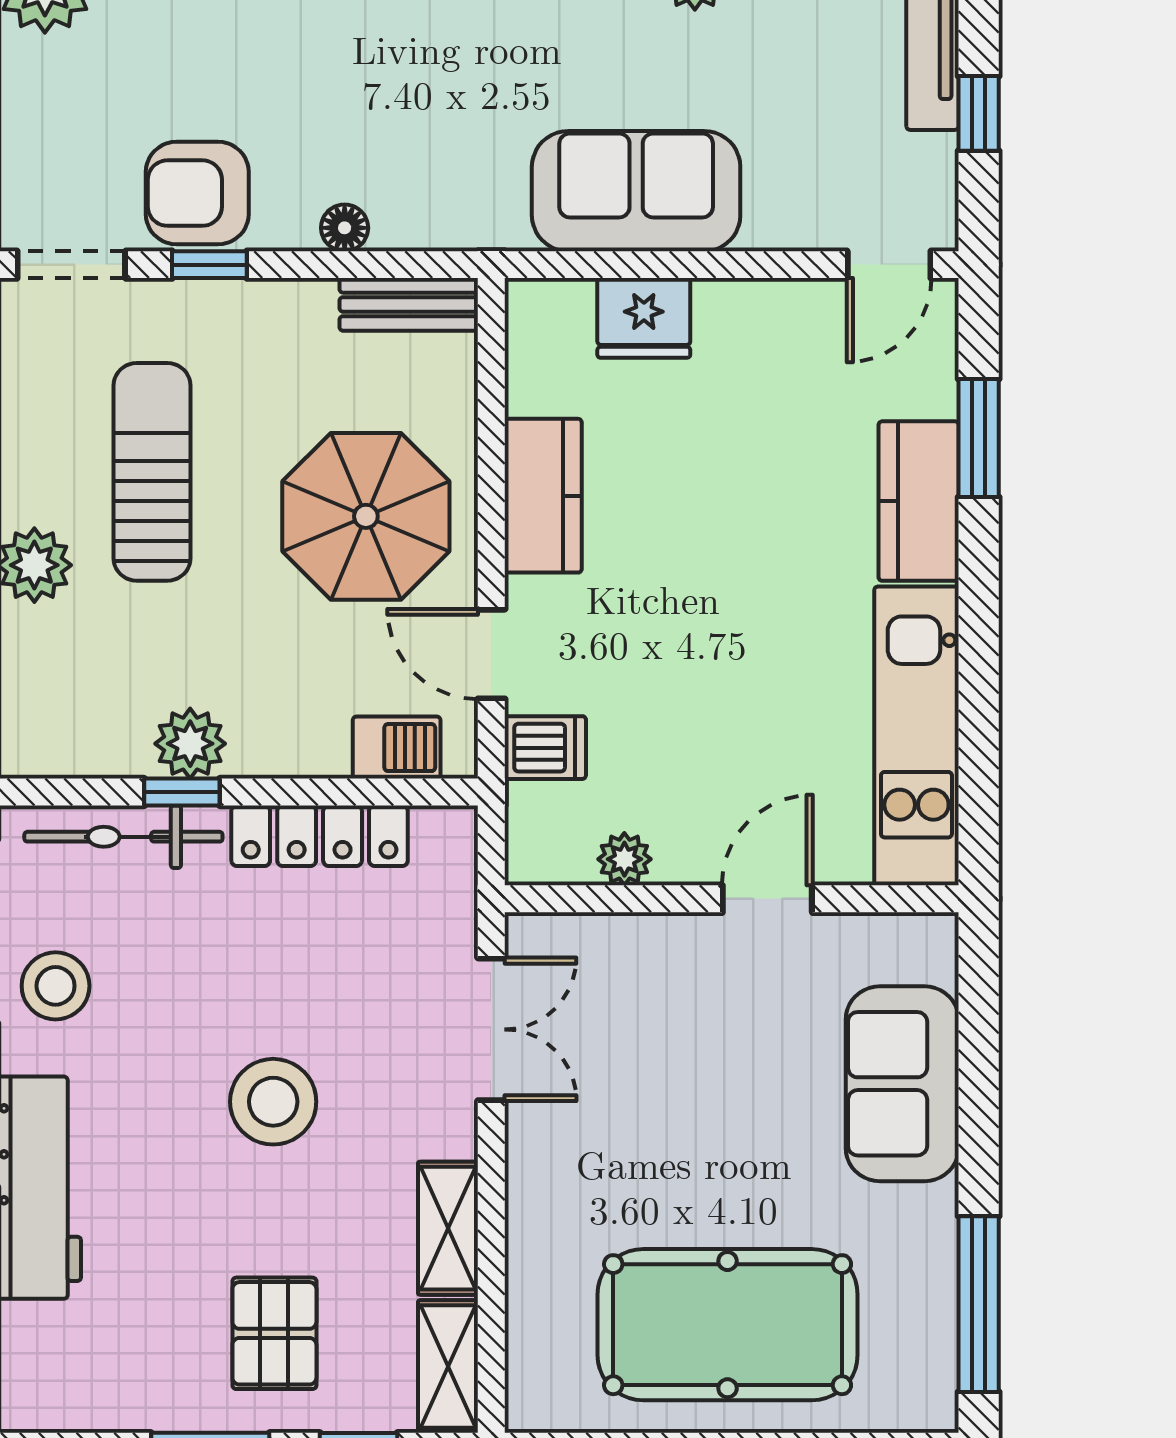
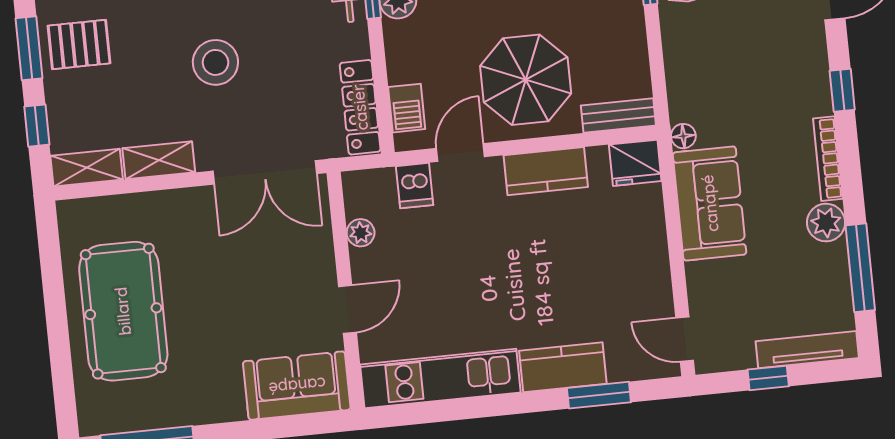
floor lamp: (345, 228) -> (683, 136), moved
bench: (409, 304) -> (618, 115), moved, turned 90
fridge: (644, 318) -> (635, 163), moved, turned -90
locker: (320, 836) -> (360, 107), moved
door: (767, 899) -> (347, 309), hinge flipped
double door: (491, 1029) -> (265, 172), width x1.37
sofa: (902, 1084) -> (297, 386), moved
pallet: (274, 1333) -> (79, 44), moved

